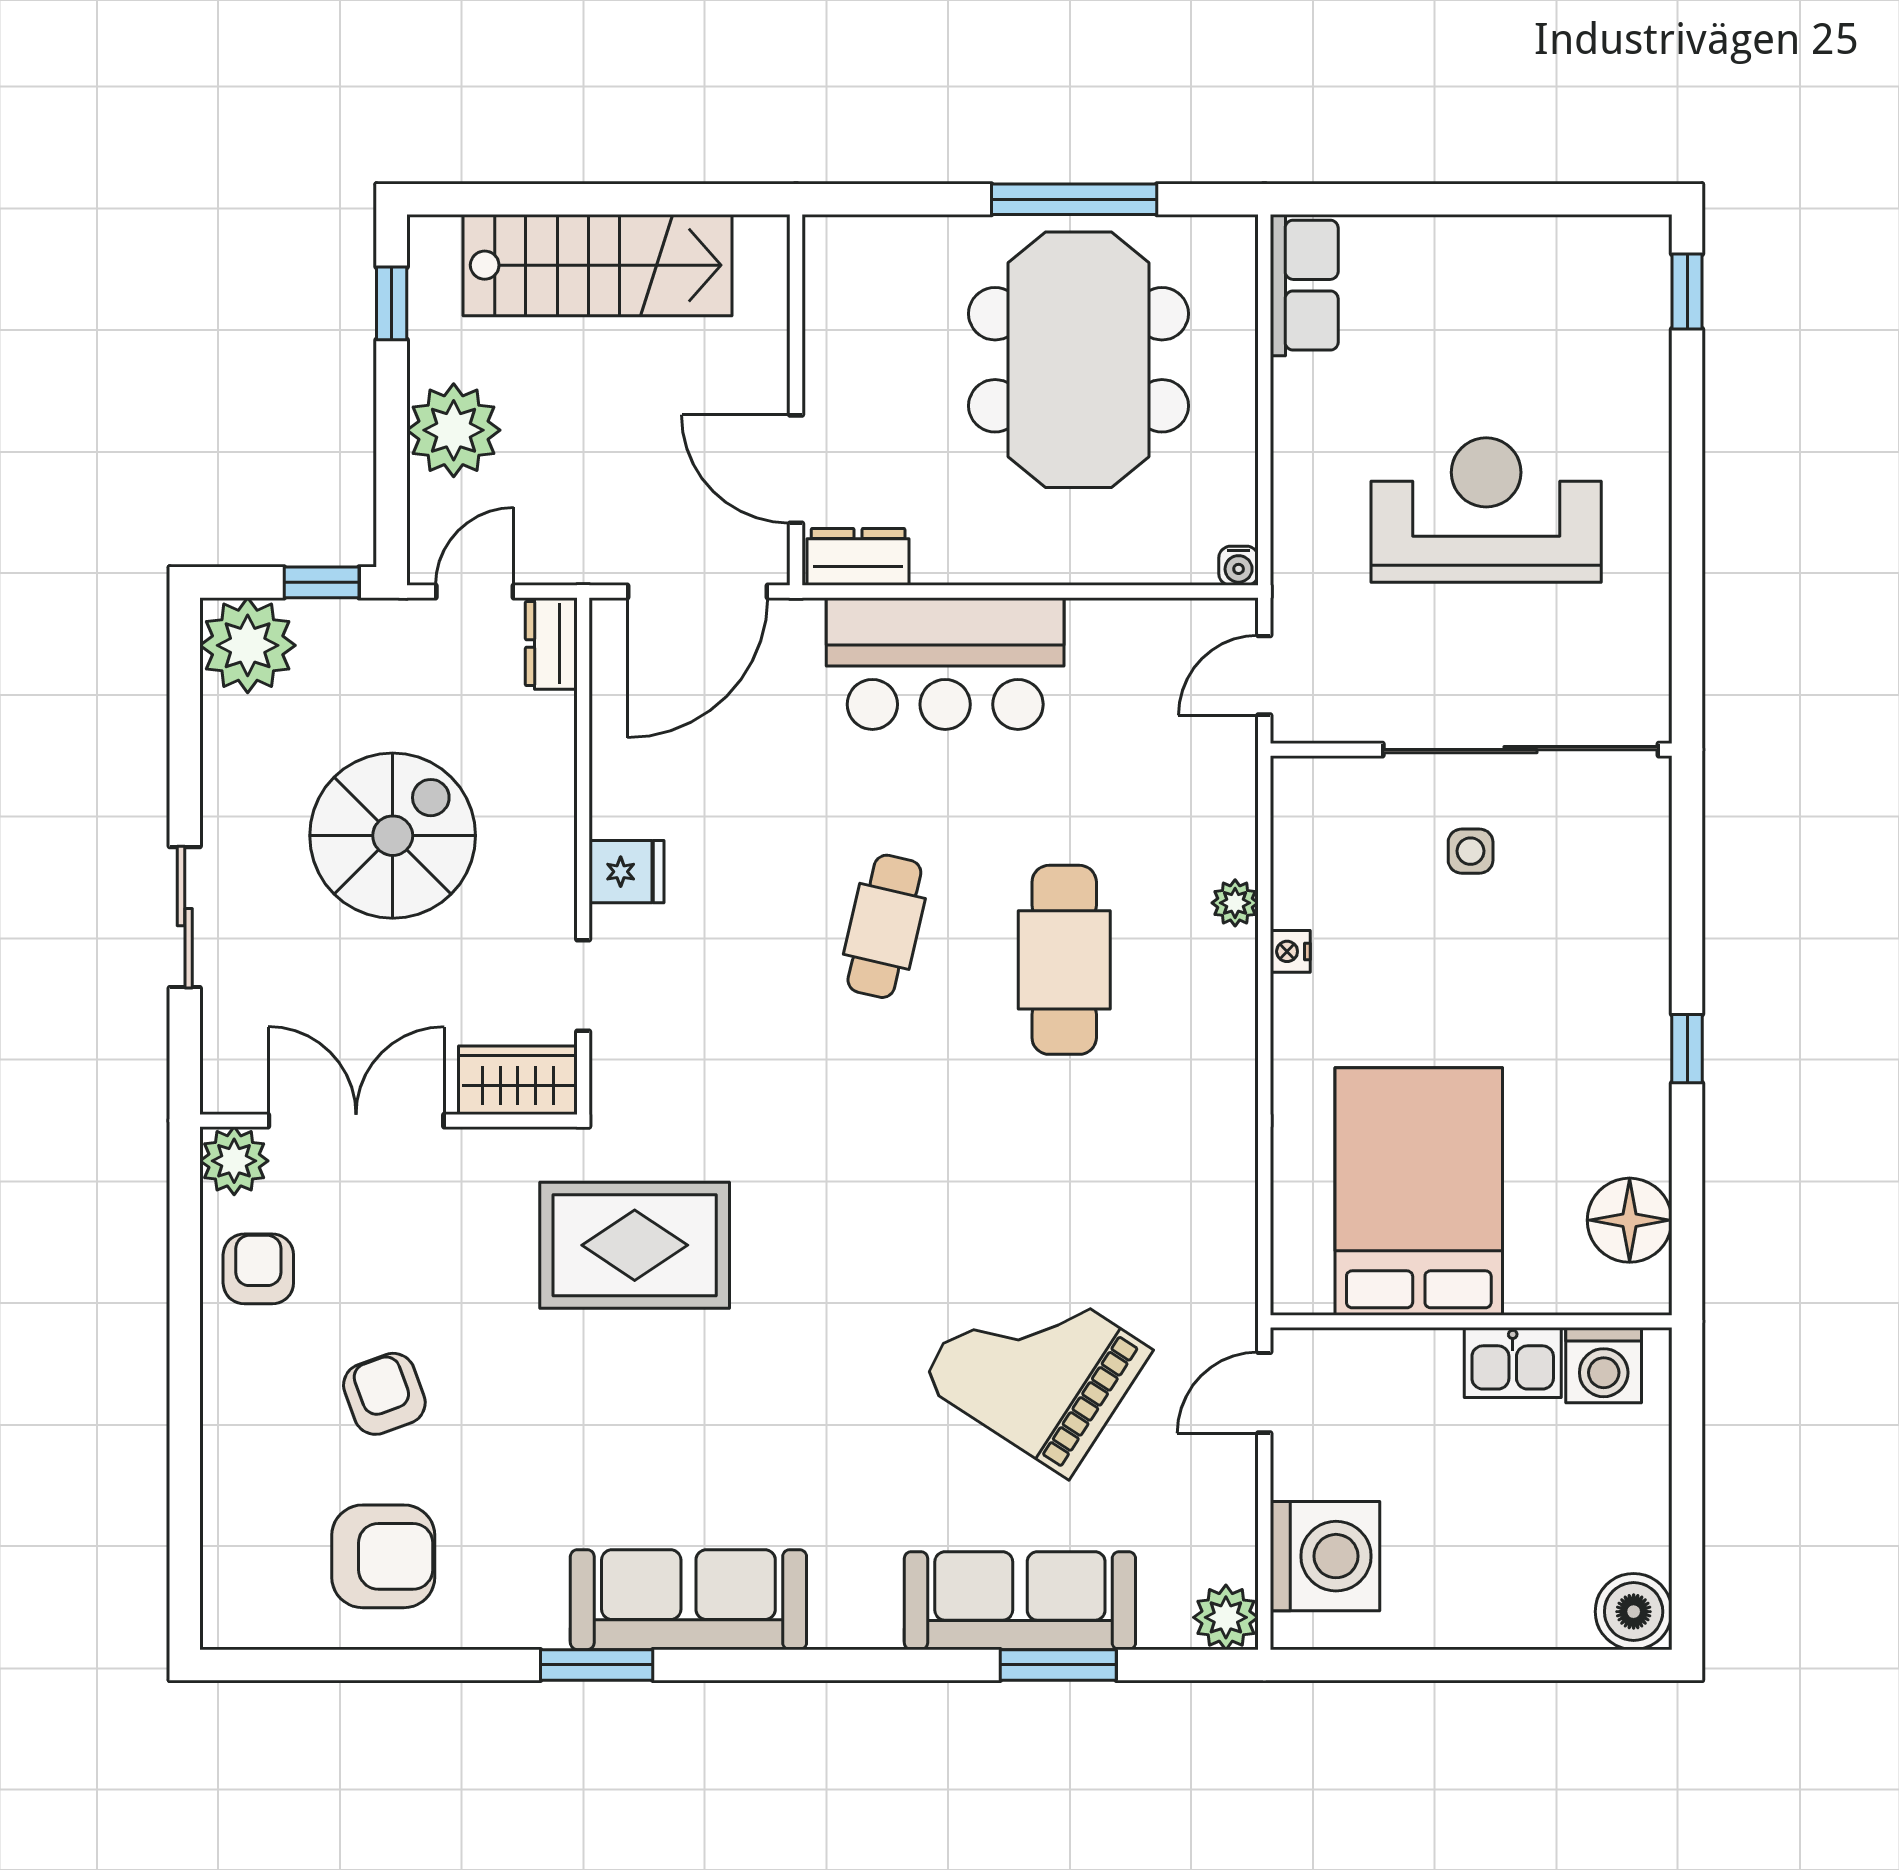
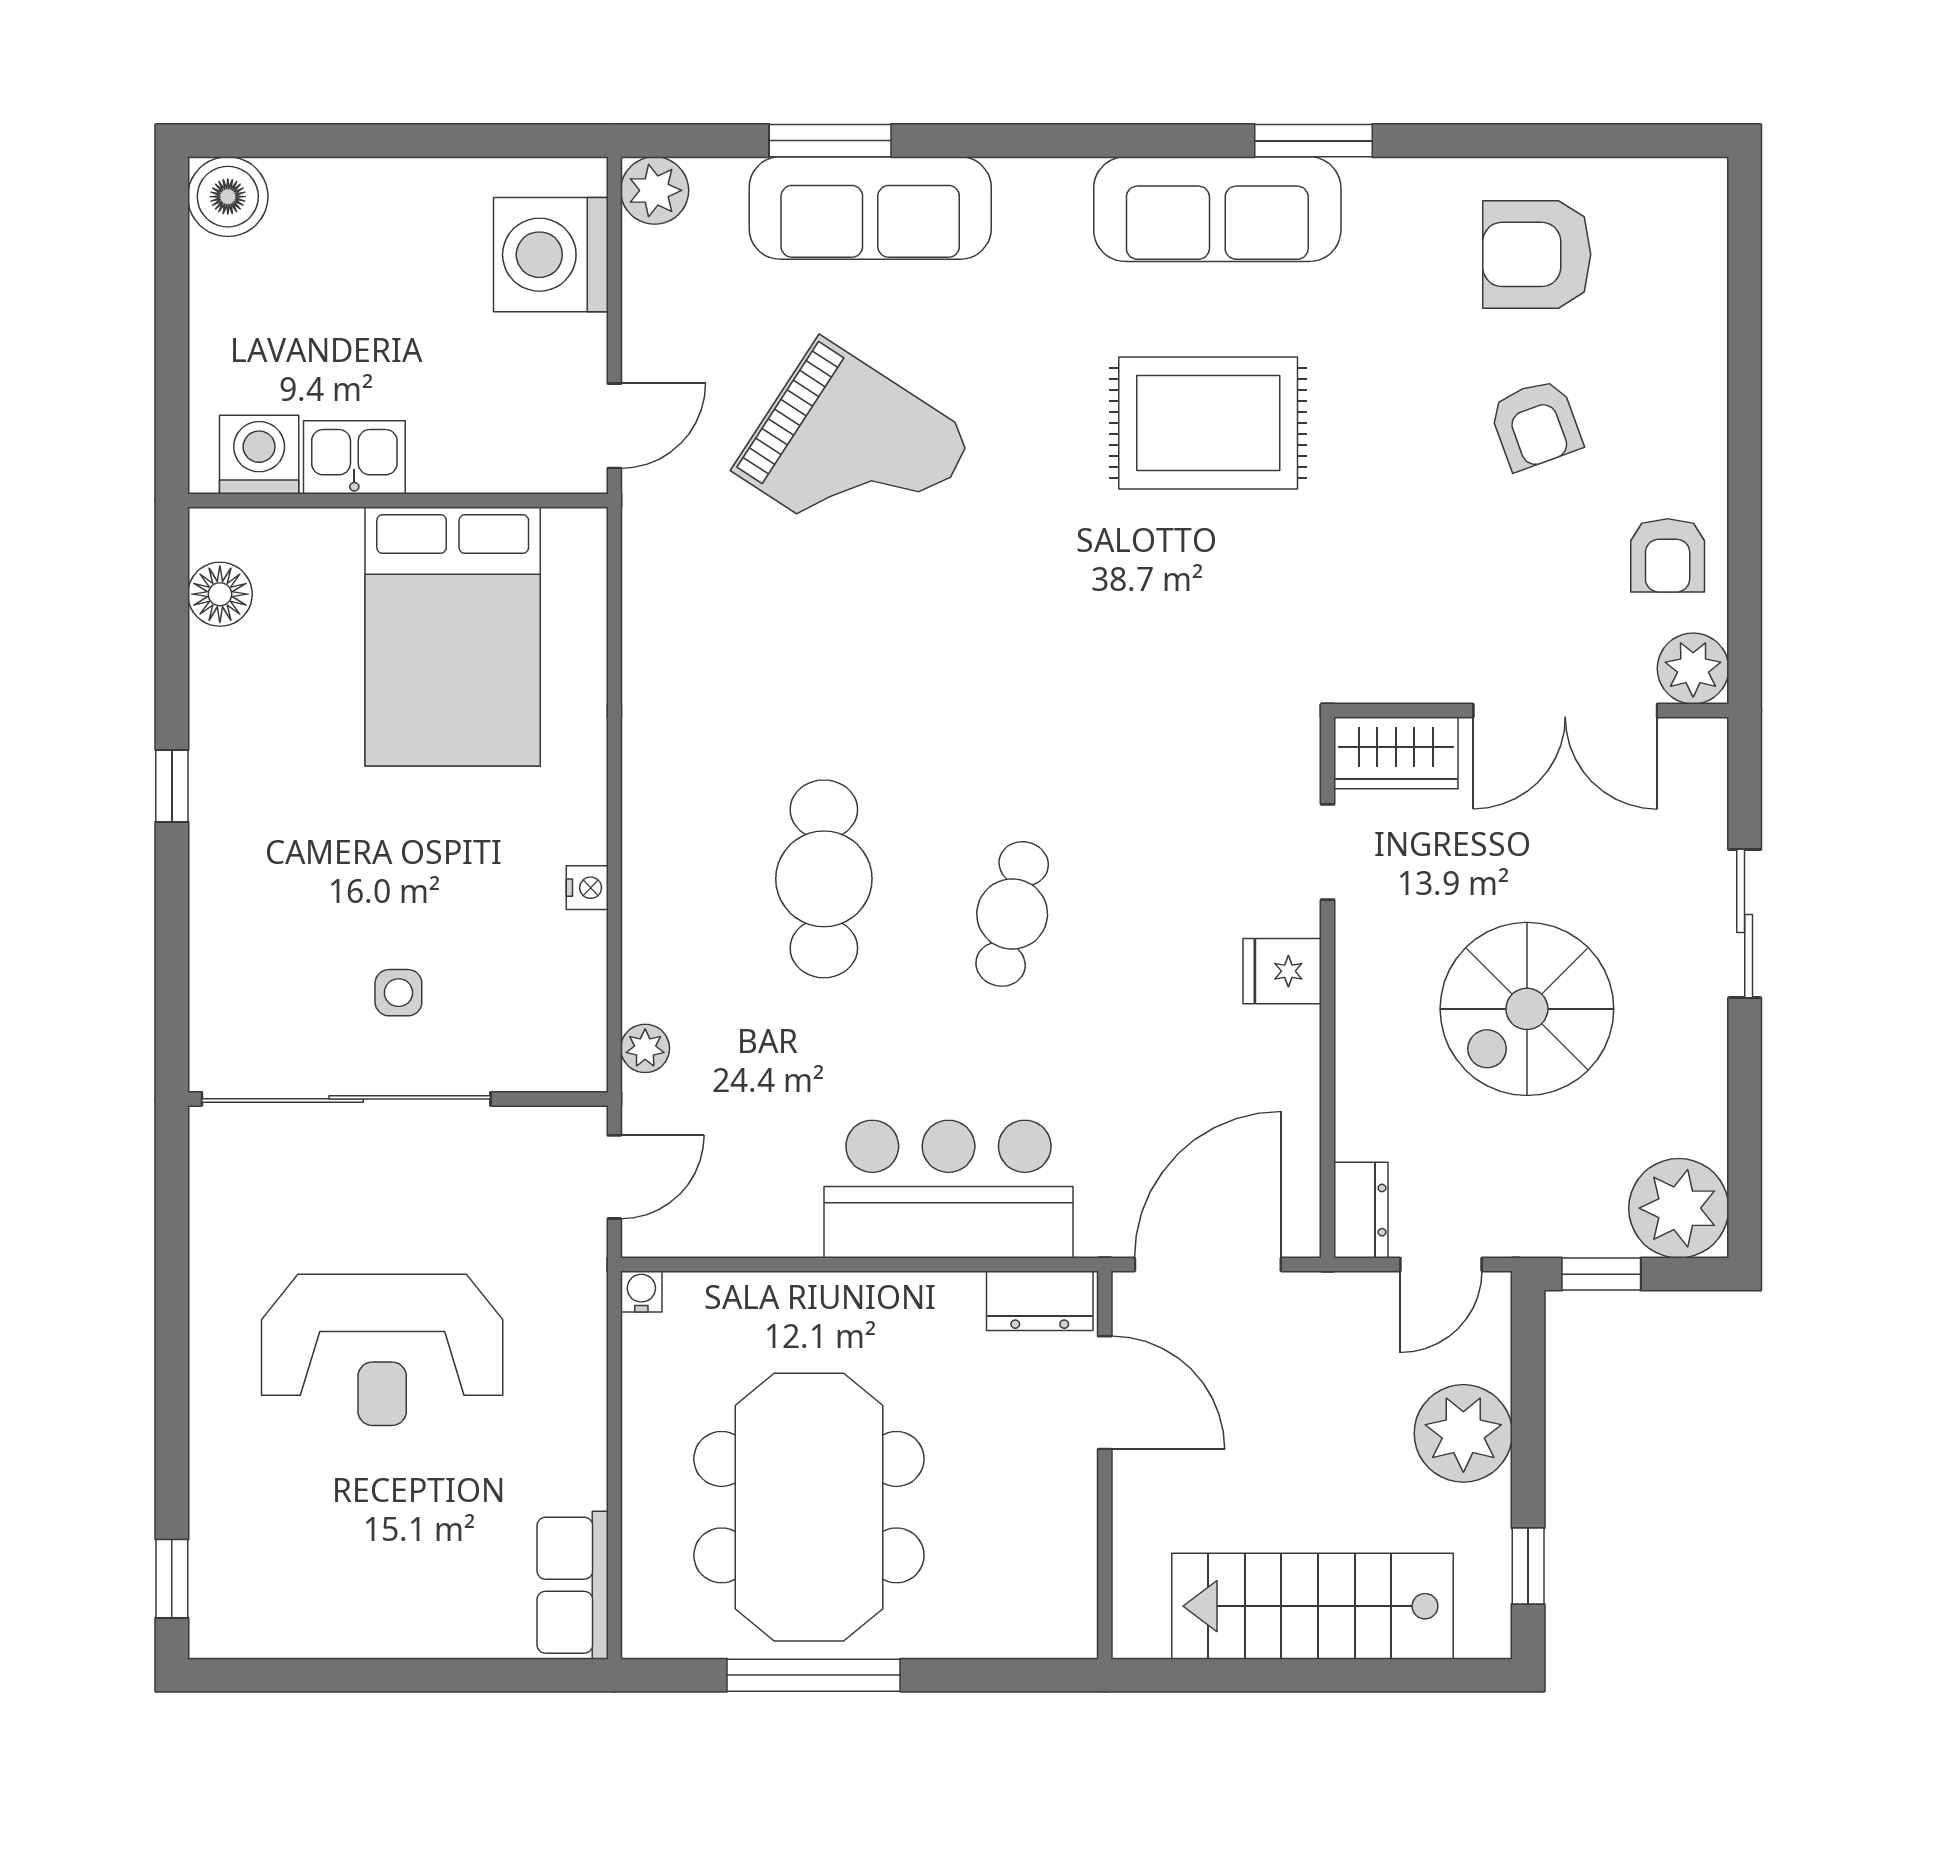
plant: (1235, 903) -> (645, 1048), moved
floor lamp: (1630, 1220) -> (220, 594), width x0.73, depth x0.73
rug: (635, 1245) -> (1208, 423), moved

